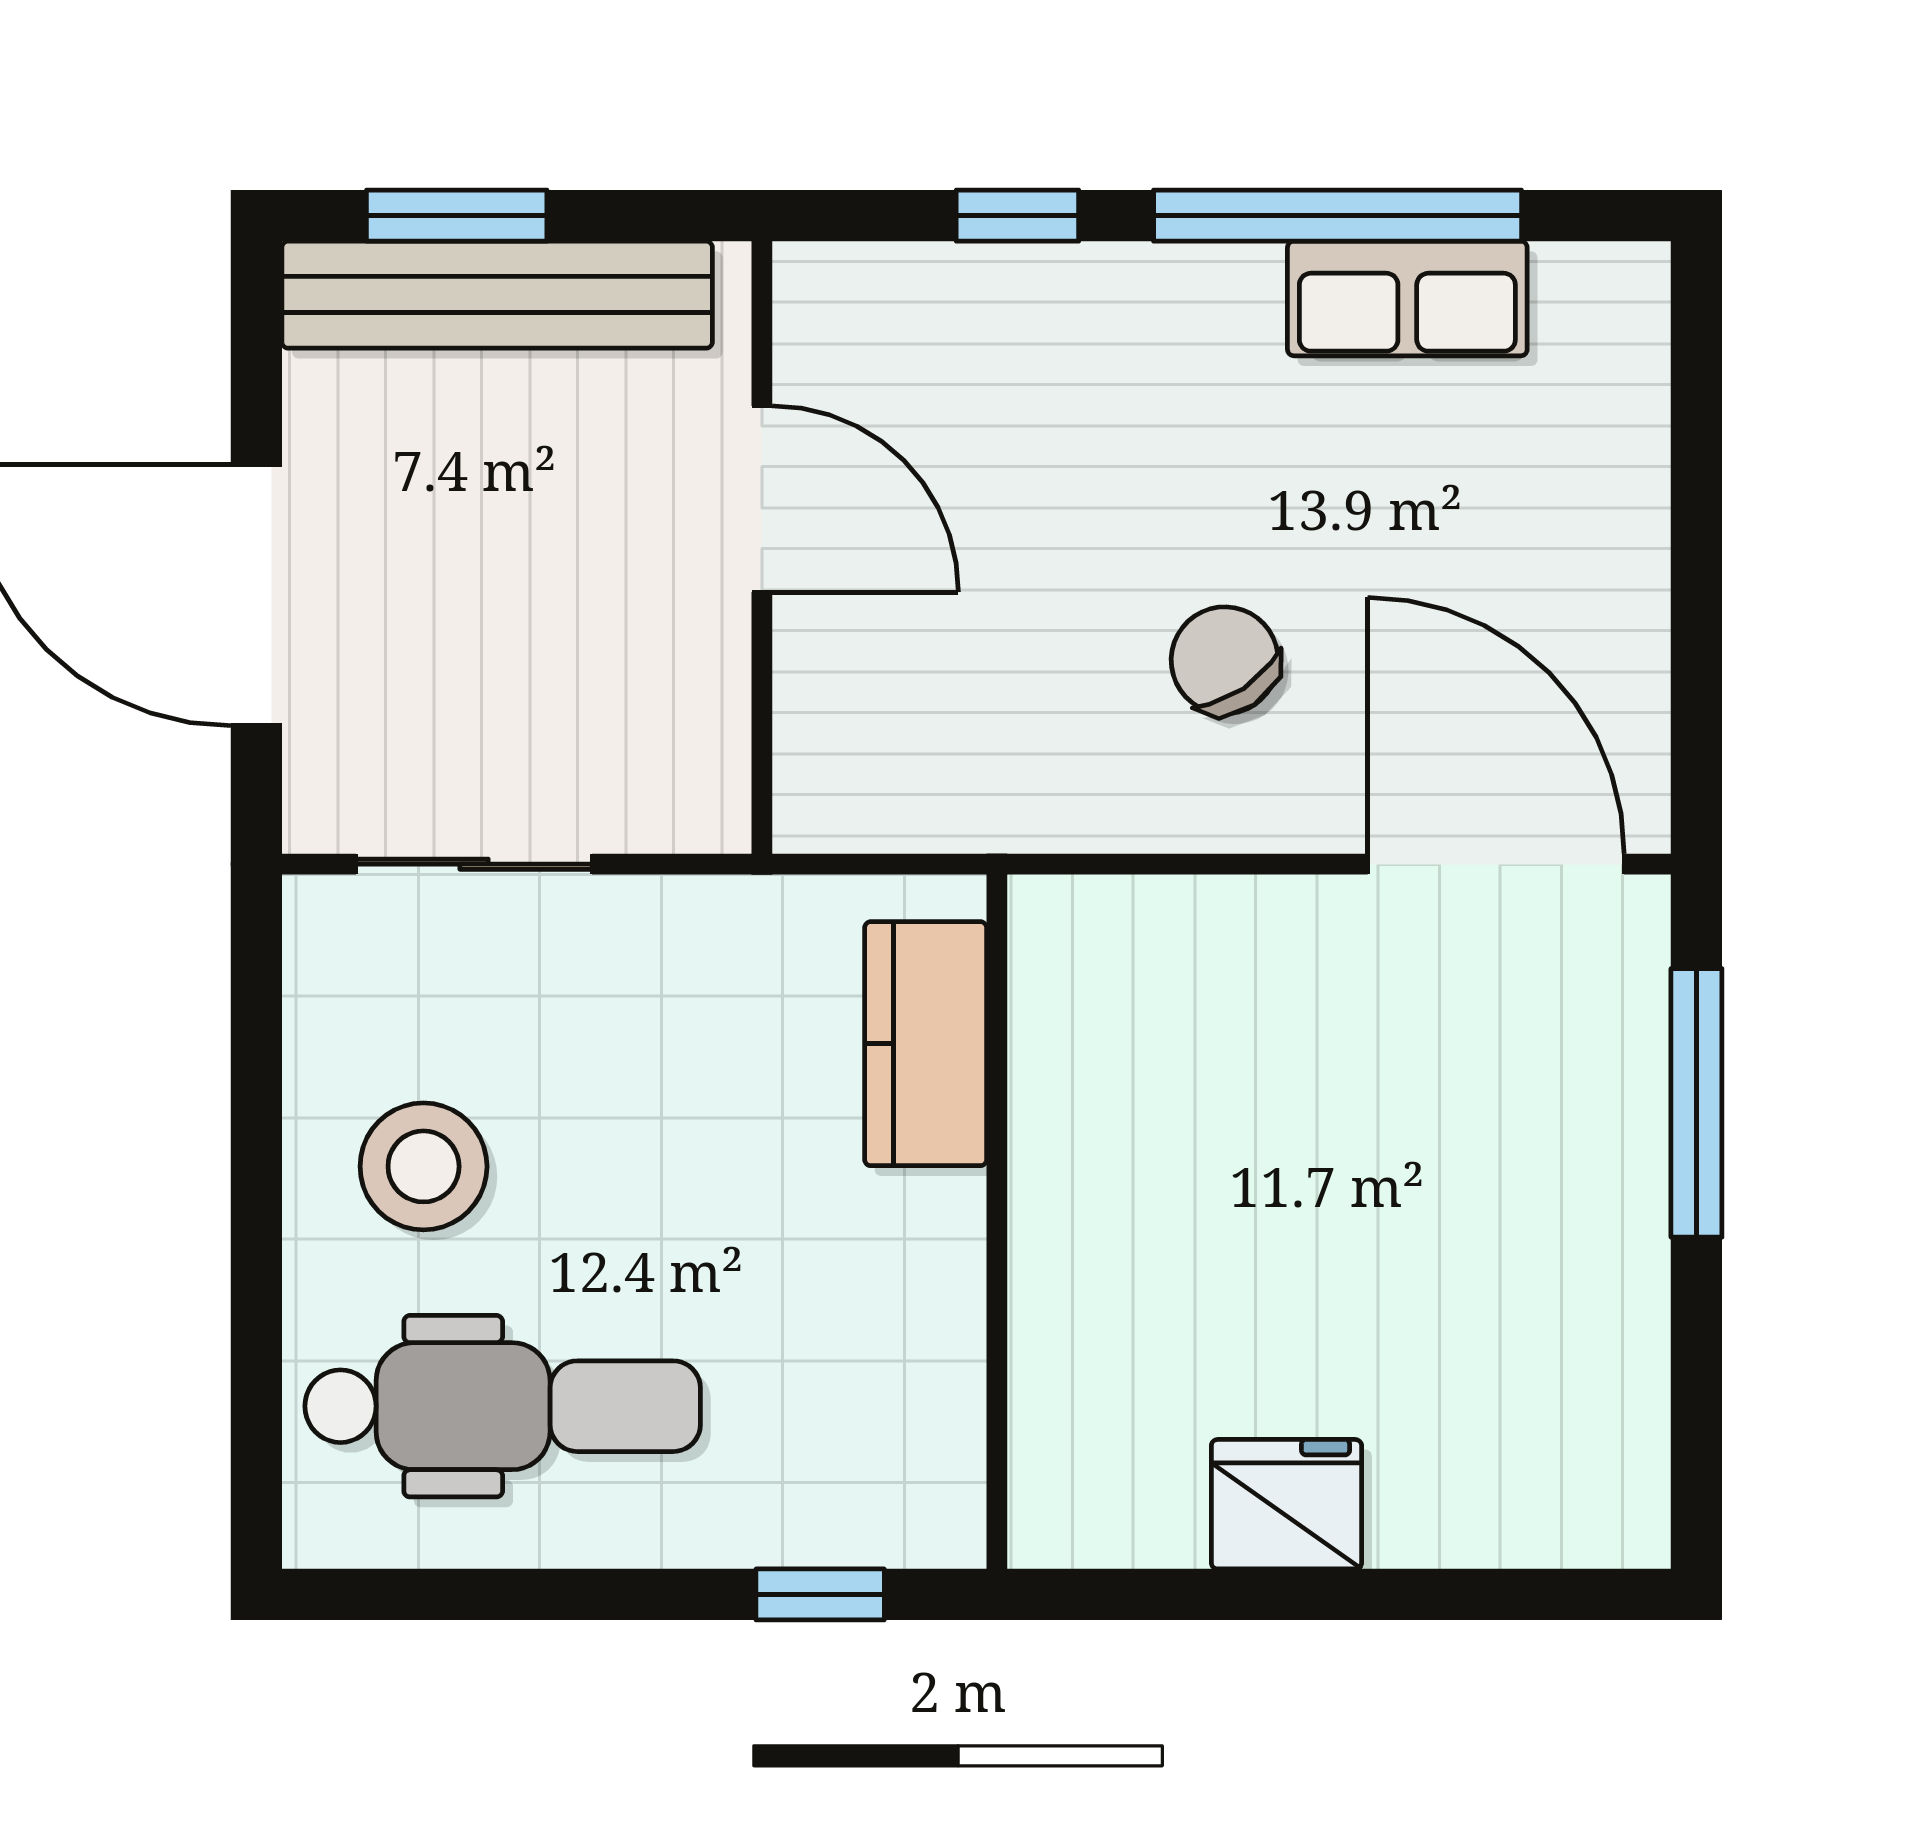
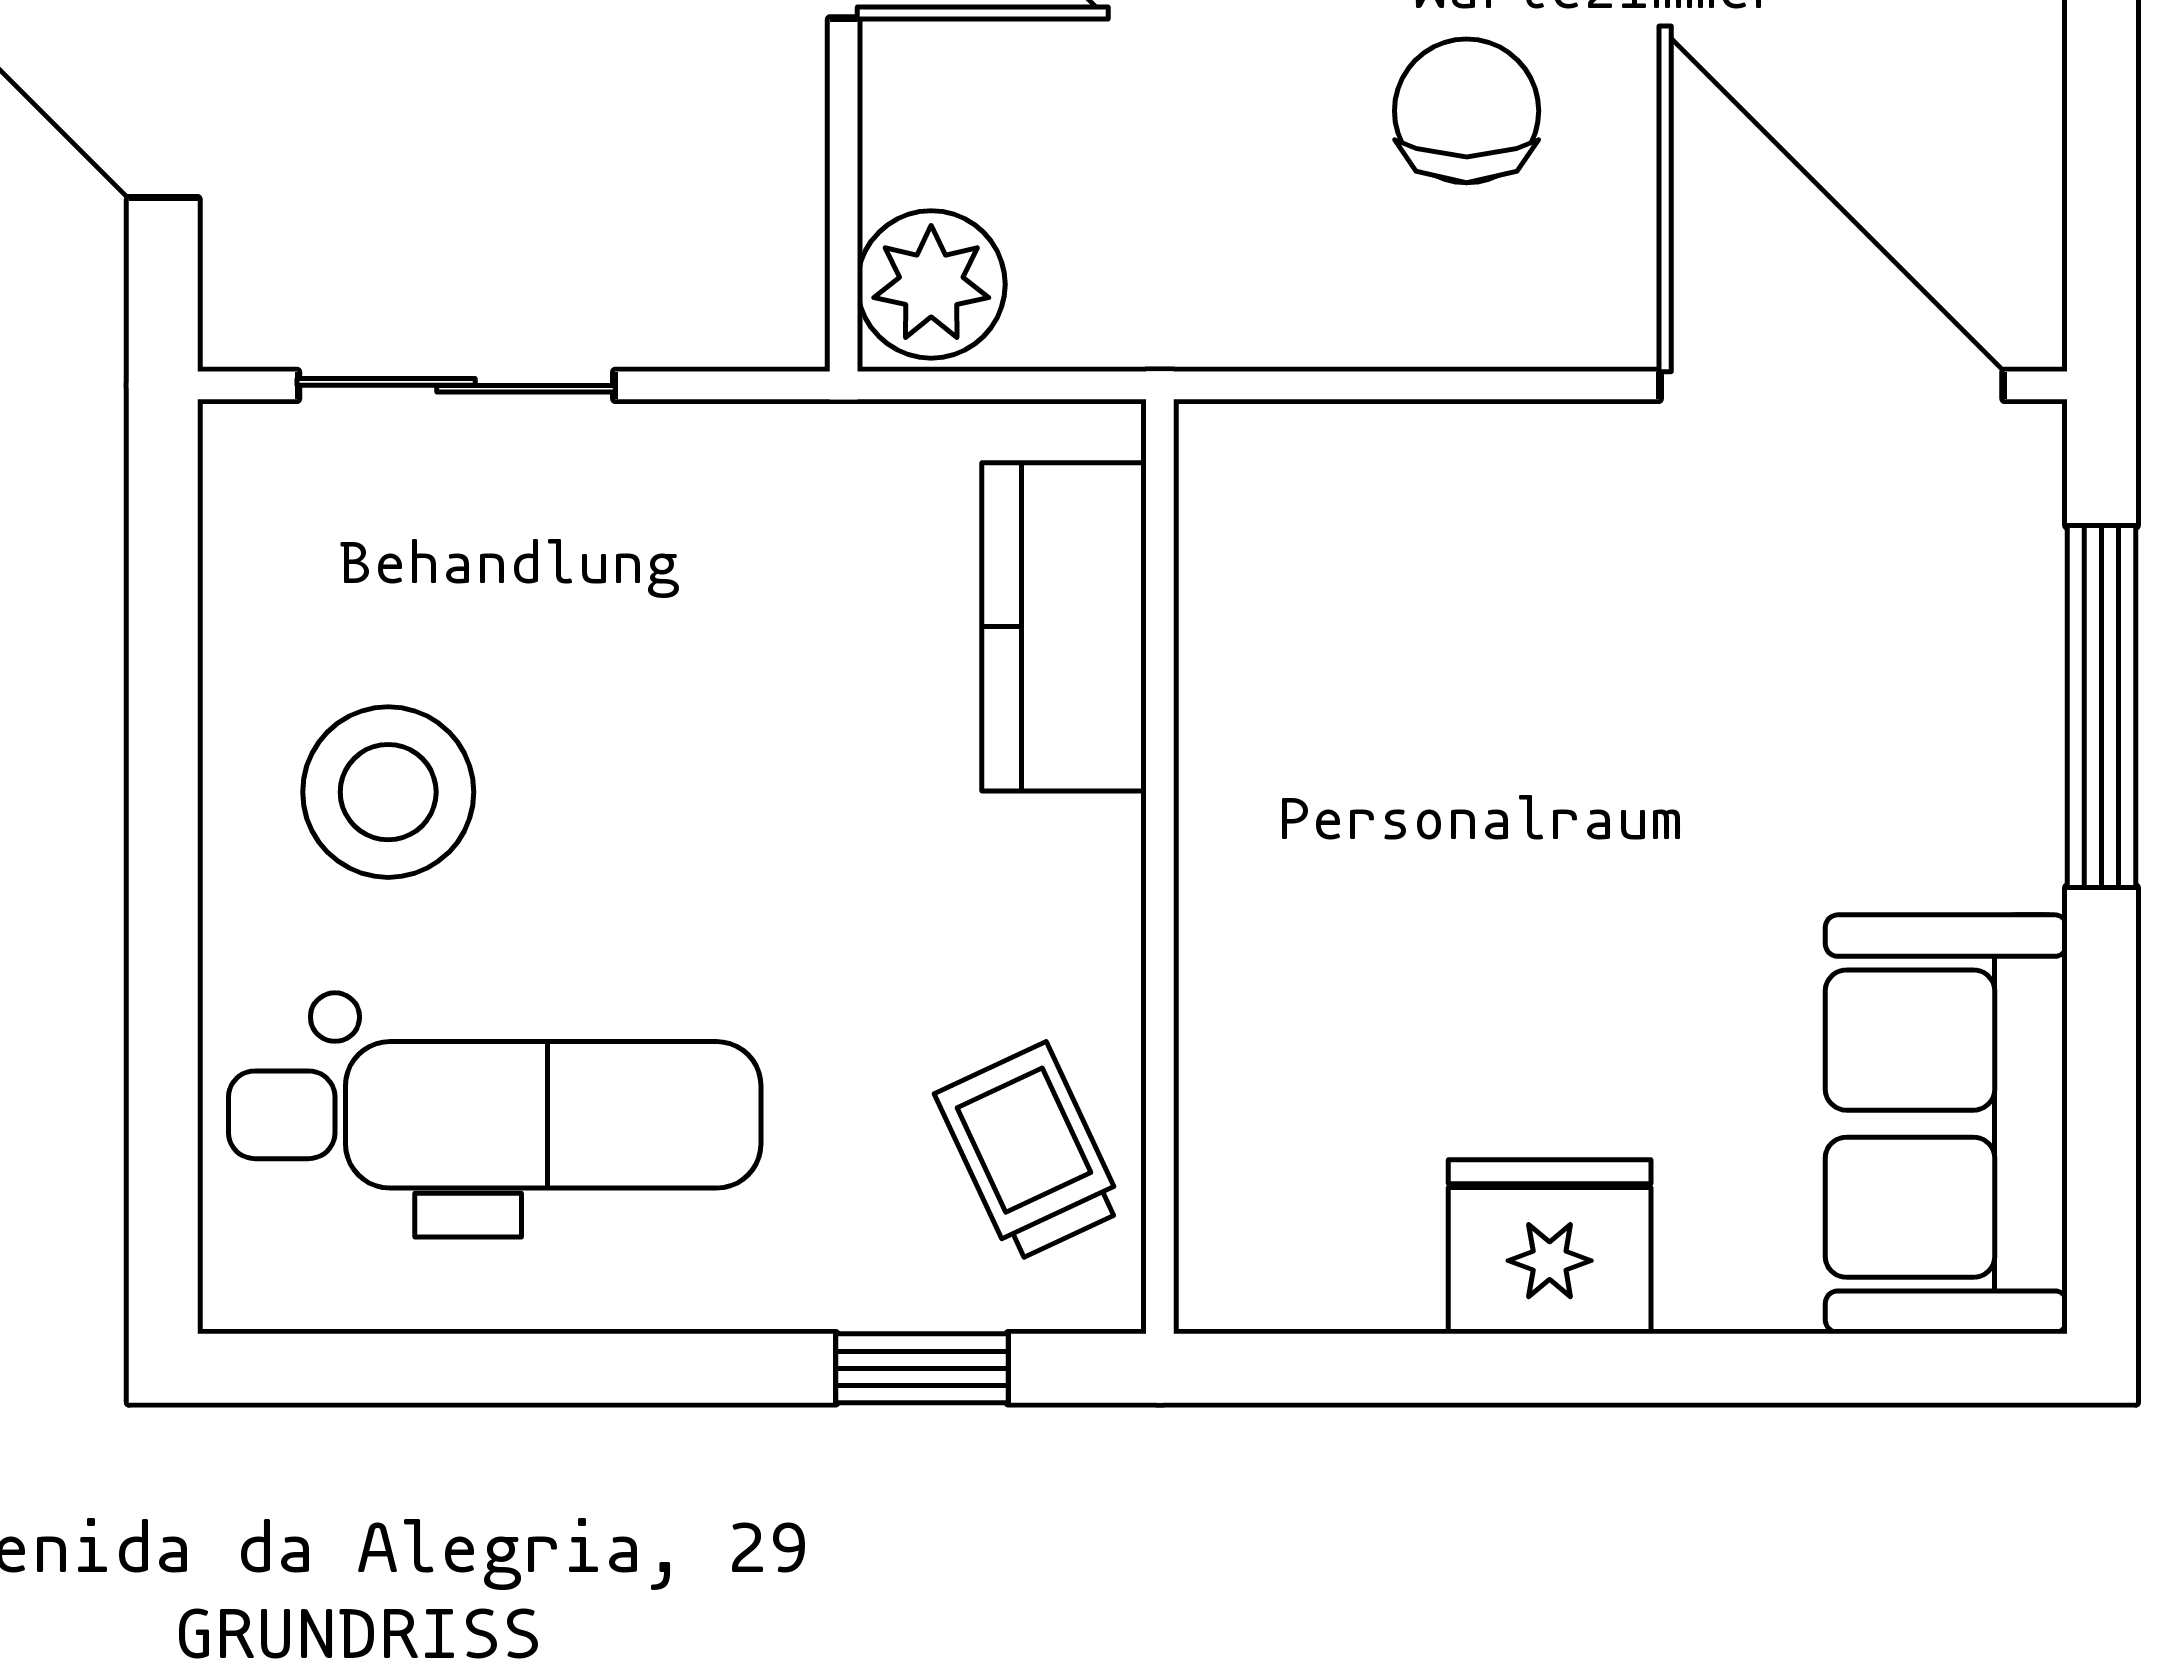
chair: (1225, 660) -> (1467, 111), turned 34
plant: (827, 789) -> (931, 284), added
sofa: (1581, 1413) -> (1946, 1124), added
trolley: (900, 1434) -> (1030, 1152), added

